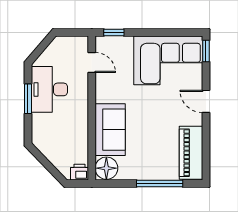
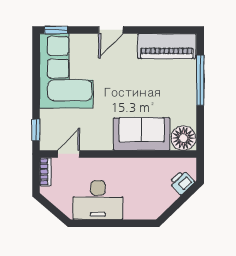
bookcase: (75, 41) -> (45, 172), added
window: (28, 99) -> (108, 223), removed
printer: (79, 172) -> (182, 182), moved, turned 46

